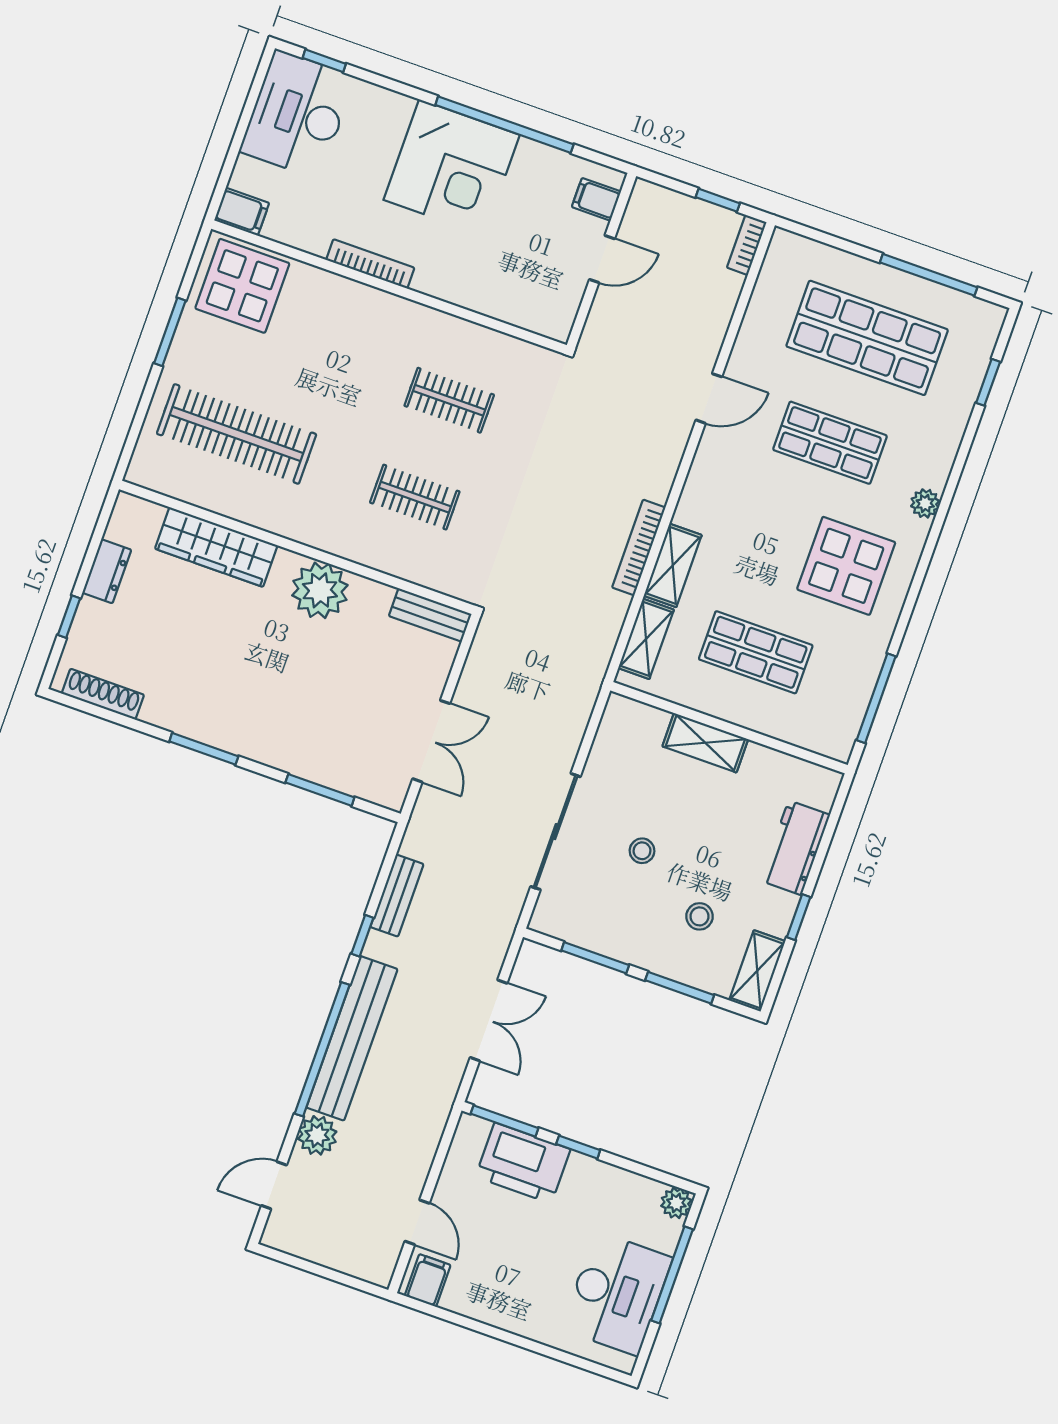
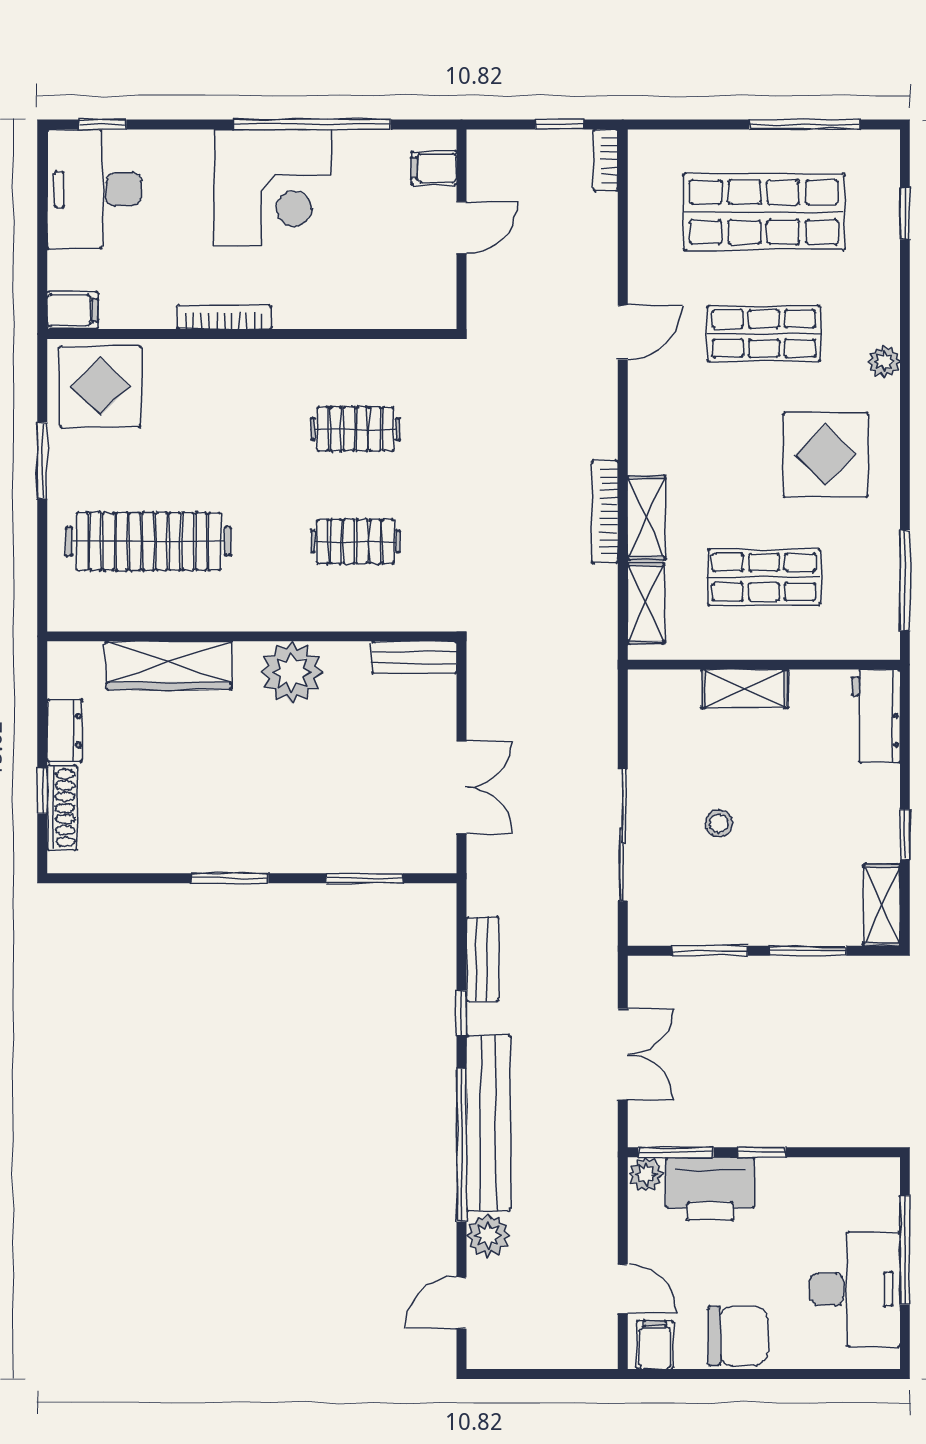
shoe rack: (103, 694) -> (62, 808), moved, turned 90
workbench: (795, 848) -> (876, 716), moved
stool: (699, 916) -> (802, 870), removed
plant: (676, 1203) -> (646, 1174), moved
chair: (502, 1298) -> (738, 1336), added

